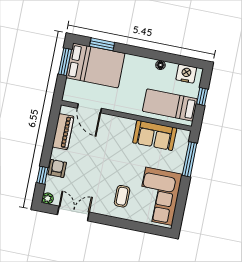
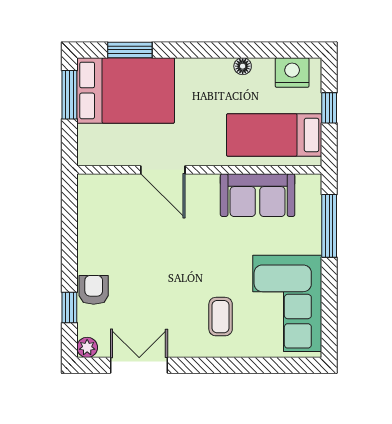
door: (89, 108) -> (163, 170), moved
piano: (63, 132) -> (91, 221), removed

